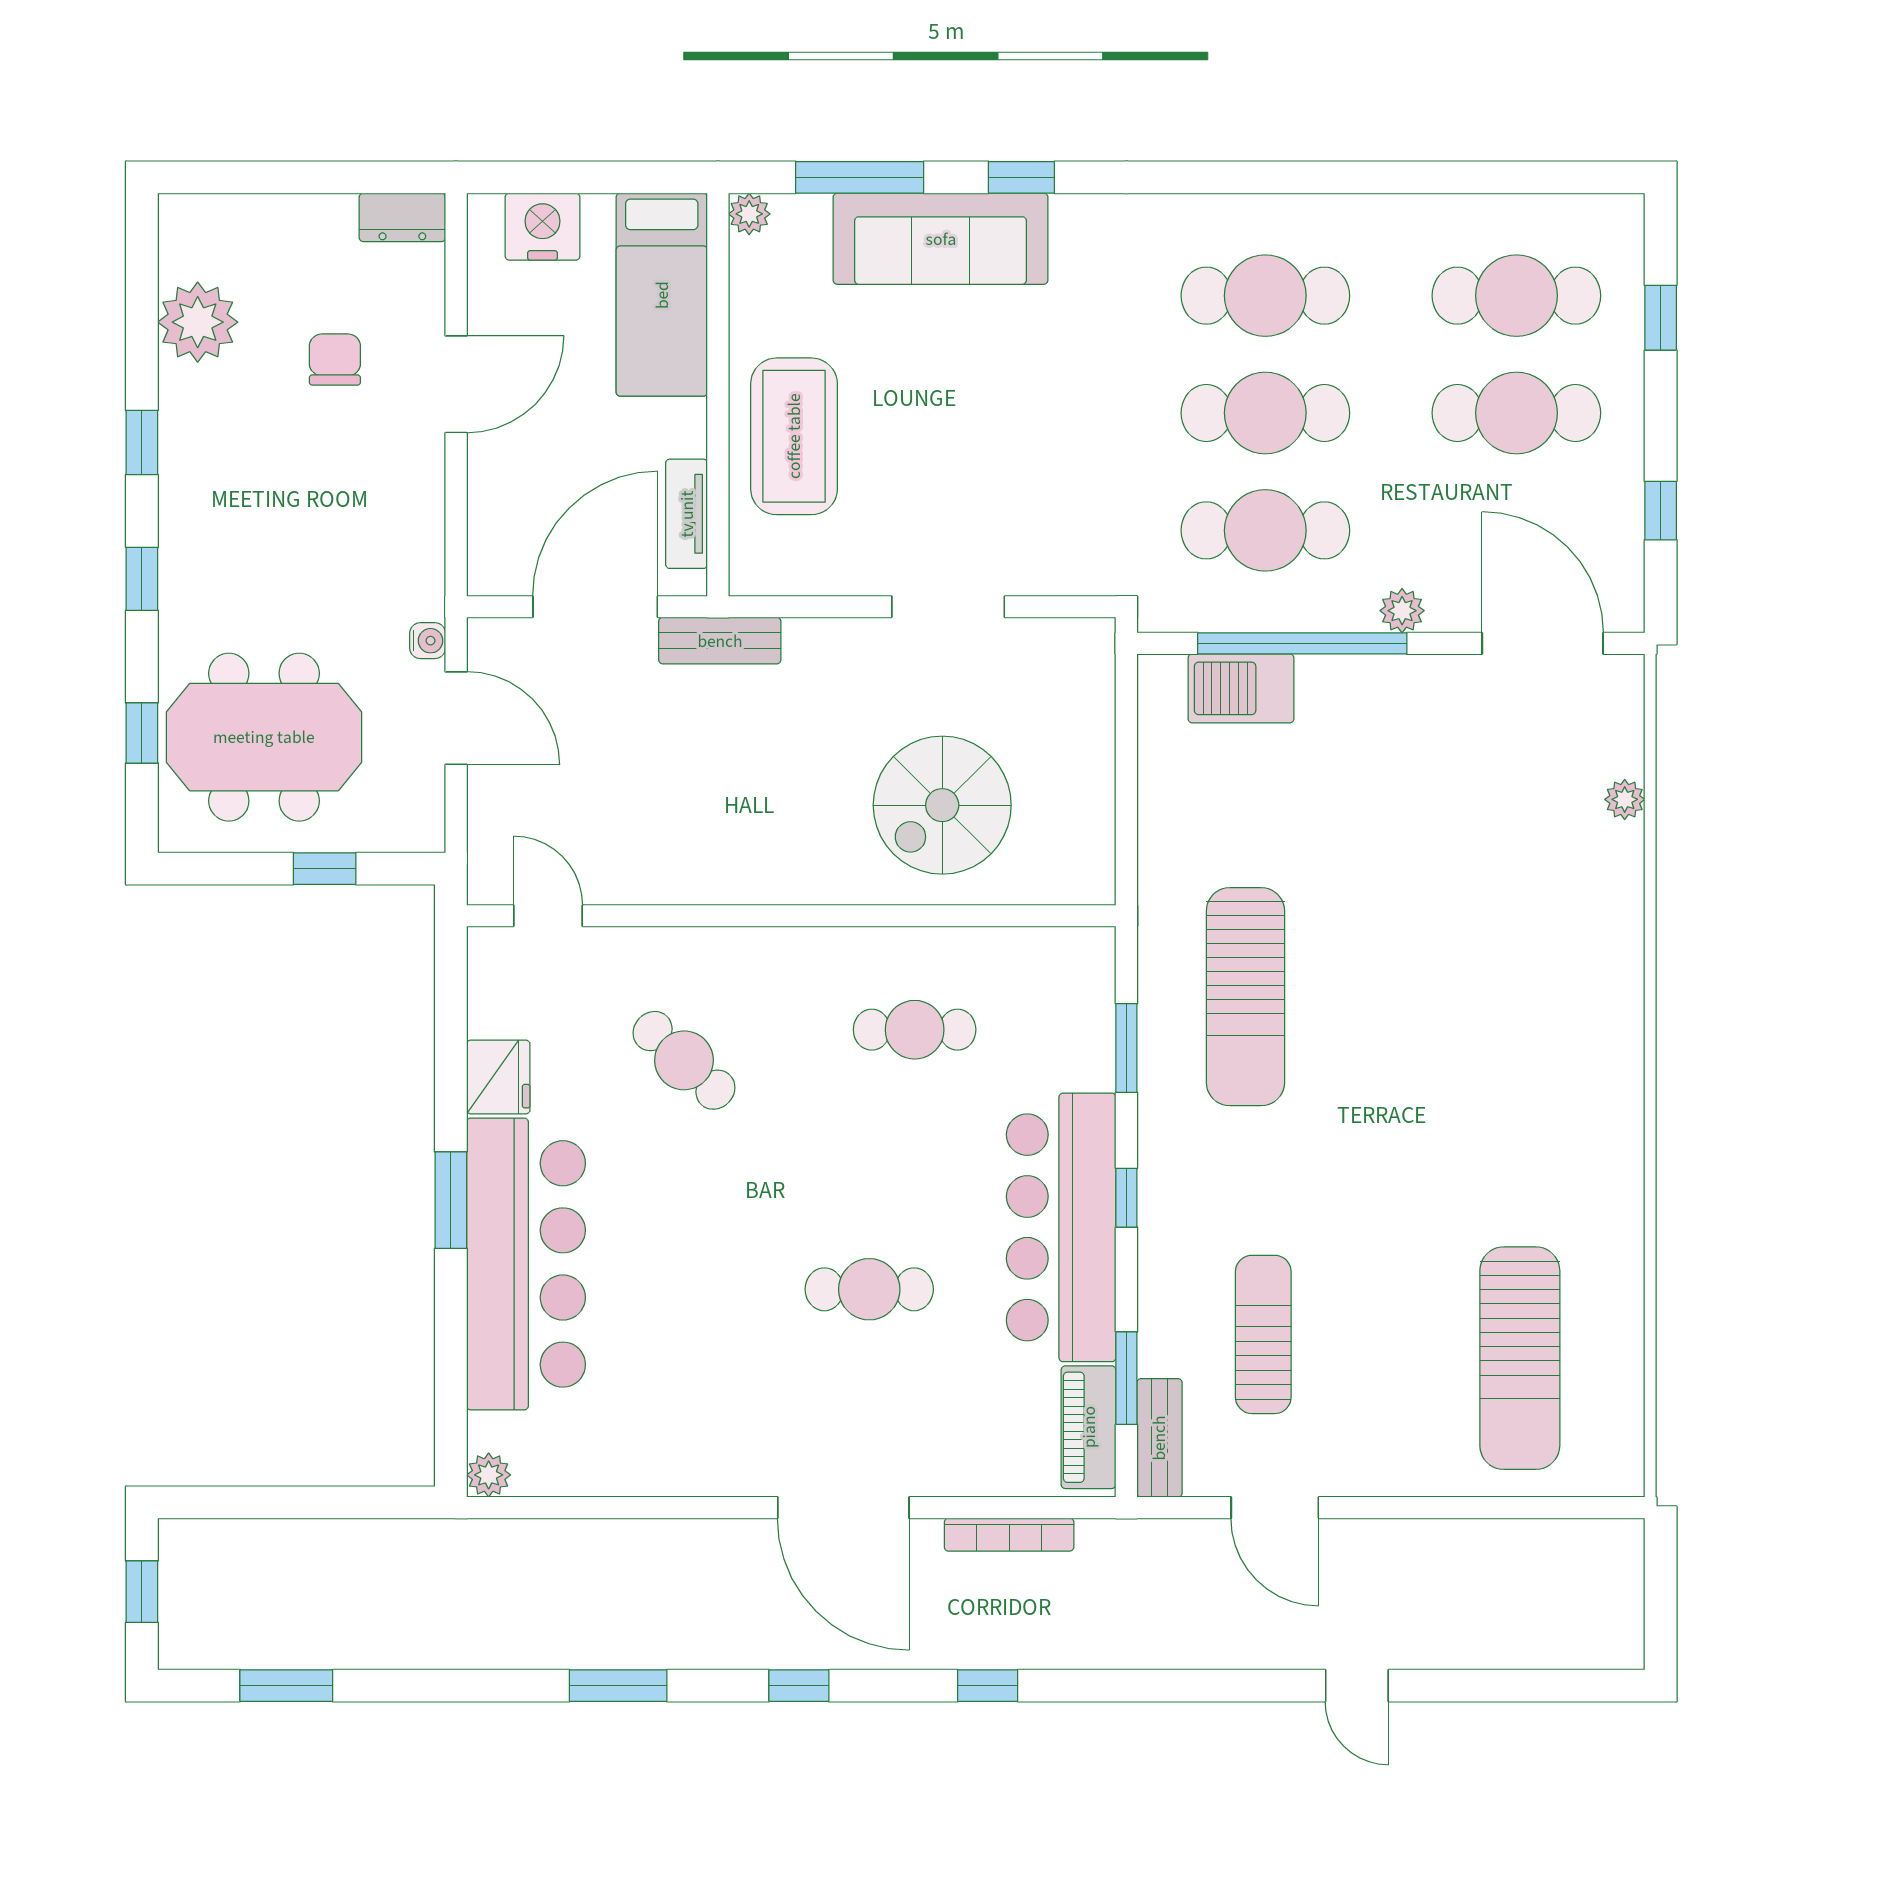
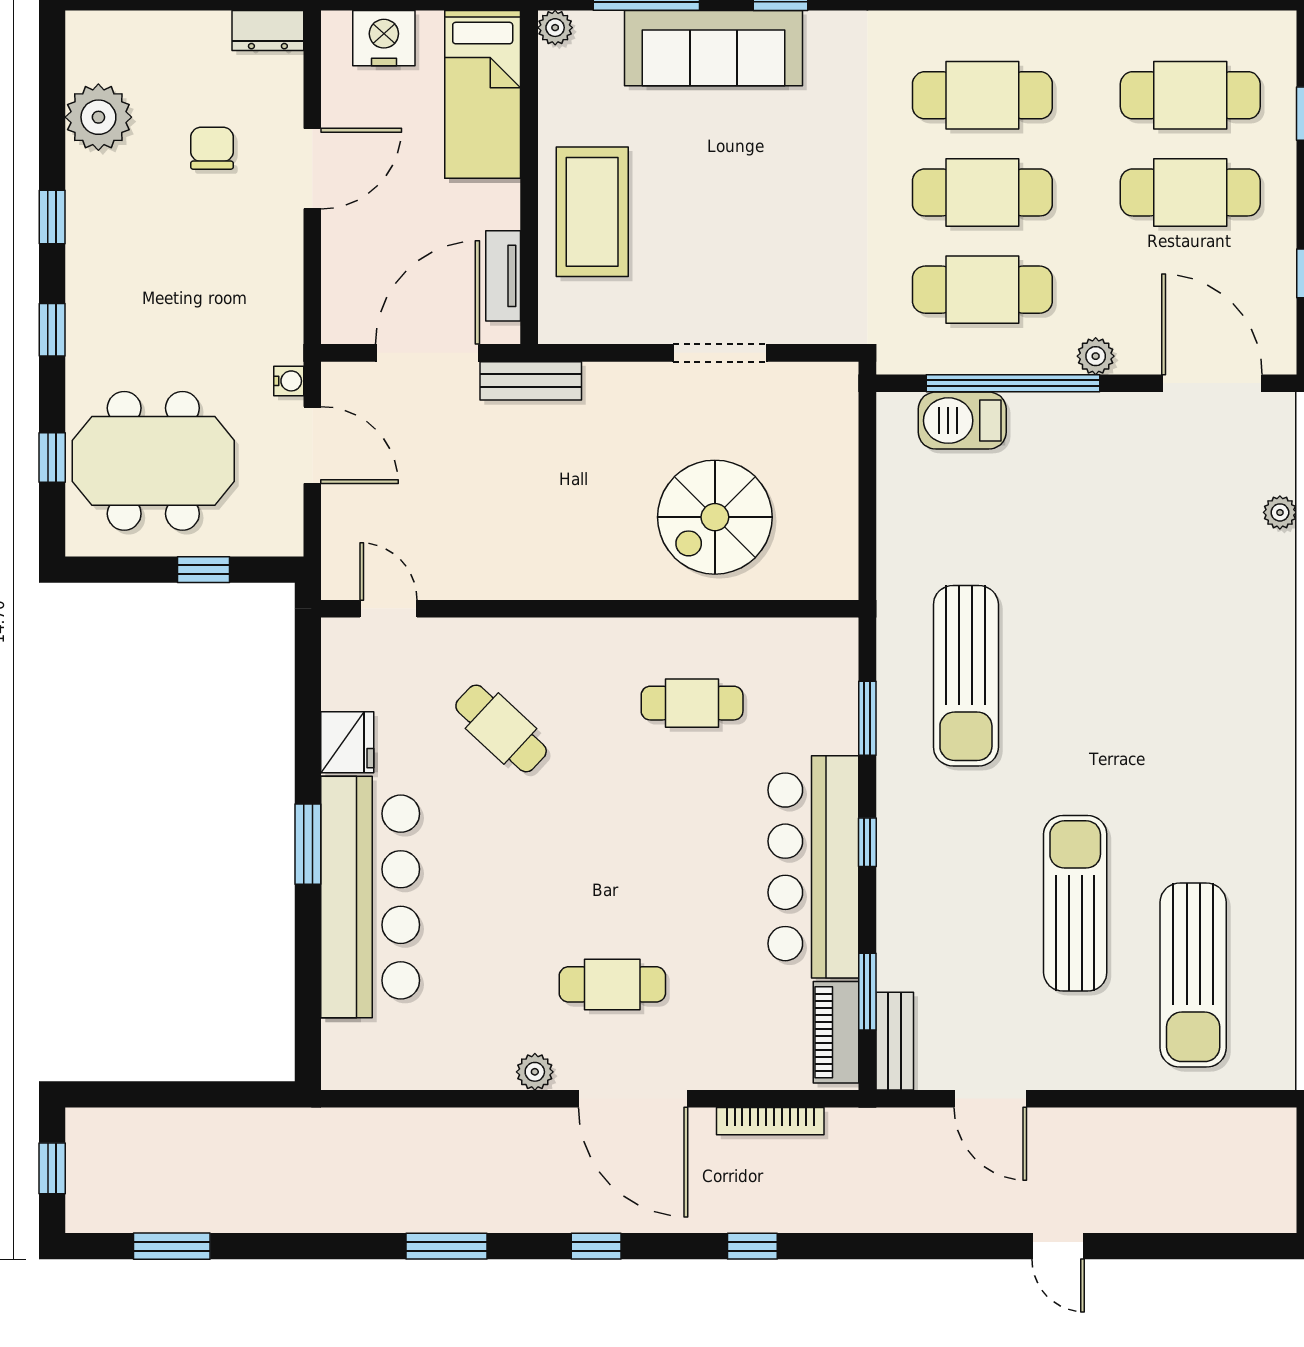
cafe table: (869, 1289) -> (612, 984), moved
sun lounger: (1263, 1334) -> (1075, 903), moved, width x1.36, depth x1.34
plant: (489, 1475) -> (535, 1072), moved

